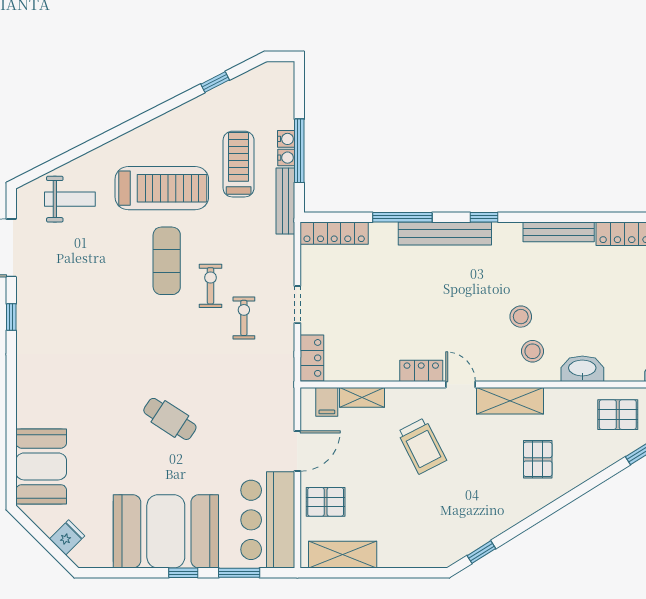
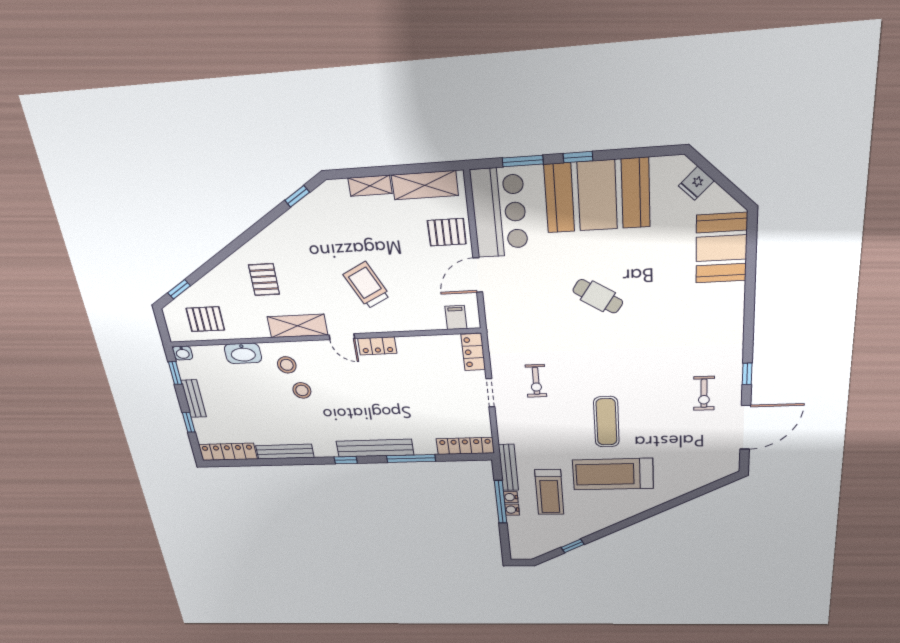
weight bench: (70, 199) -> (692, 465), removed
exercise bike: (210, 286) -> (704, 393), moved
shelving: (362, 397) -> (370, 186), moved

